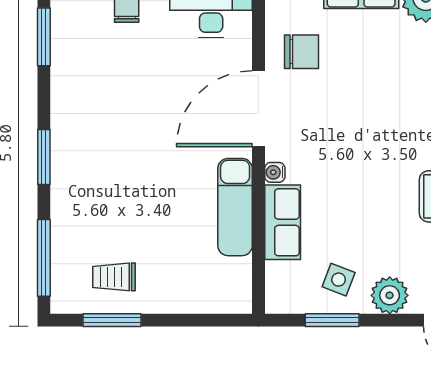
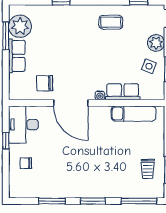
window: (44, 37) -> (52, 201), moved
chair: (301, 52) -> (45, 83), turned -91
exam couch: (235, 207) -> (134, 114), moved

